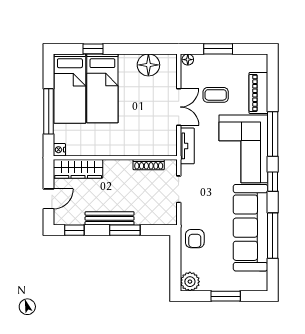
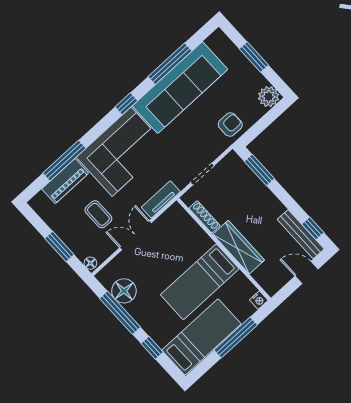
window: (136, 49) -> (120, 313), added
bed: (102, 88) -> (200, 282), moved, turned 180
window: (273, 134) -> (64, 161), moved
wardrobe: (78, 169) -> (239, 247), moved
bench: (110, 218) -> (301, 234), moved
window: (125, 230) -> (259, 170), moved

